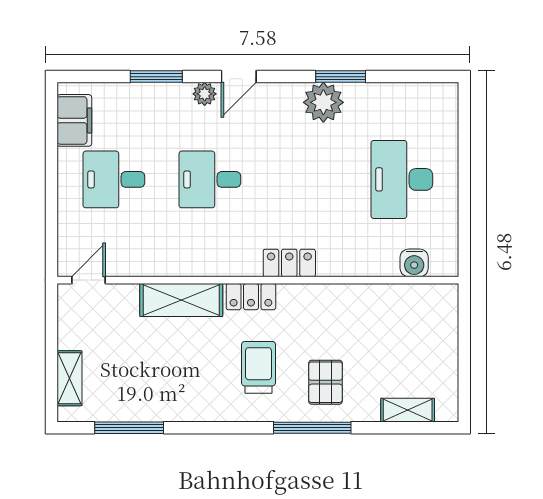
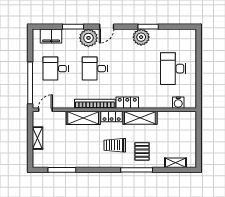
plant: (205, 94) -> (88, 38), width x1.88, depth x1.88
filing cabinet: (74, 120) -> (51, 36), moved, turned 90
window: (51, 215) -> (30, 83), added
bookcase: (210, 265) -> (95, 104), added
shelving: (320, 300) -> (140, 118), added
trolley: (259, 367) -> (115, 145), turned -90
shelving: (69, 378) -> (38, 138), moved

